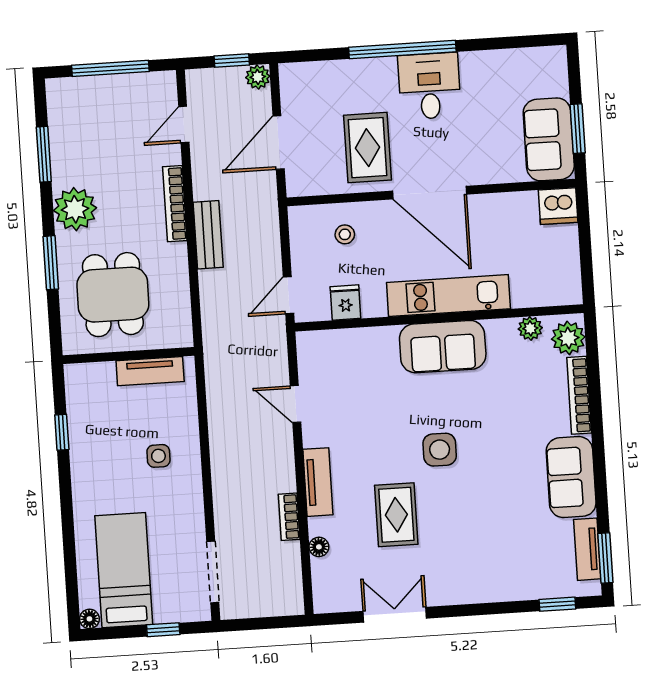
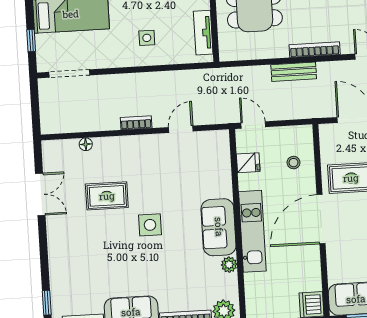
plant: (530, 328) -> (229, 265), moved
tv unit: (318, 482) -> (129, 144), removed
bookcase: (289, 517) -> (136, 123), moved

